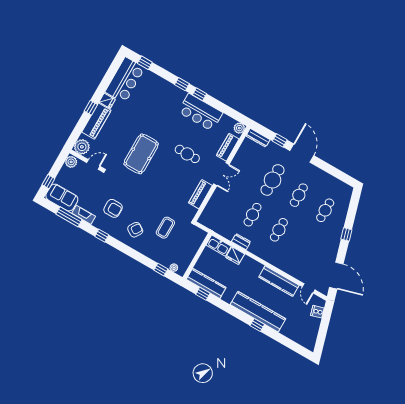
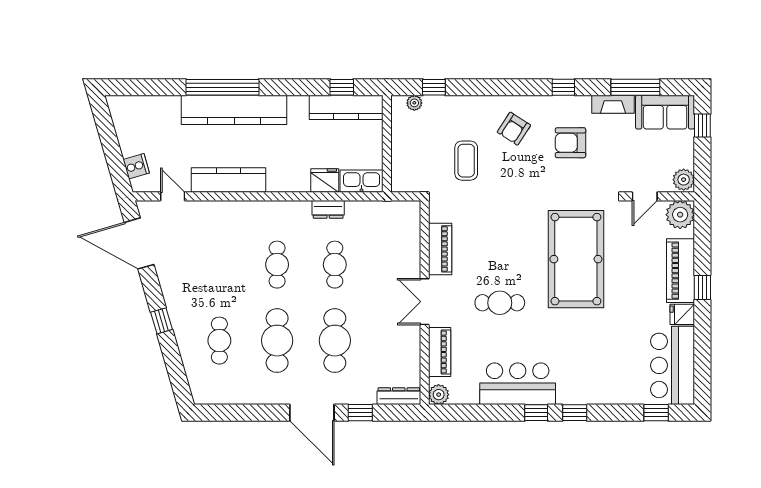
pool table: (141, 154) -> (576, 259), width x1.36, depth x1.32
cafe table: (299, 195) -> (277, 341), width x1.37, depth x1.35
window: (257, 325) -> (222, 87), width x3.17

